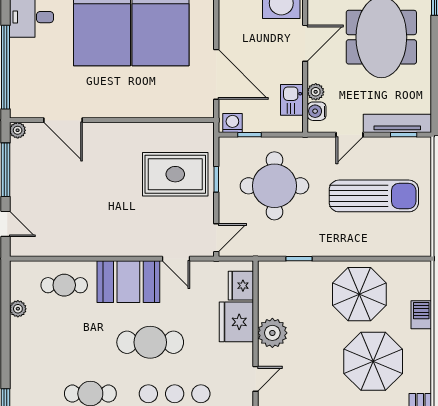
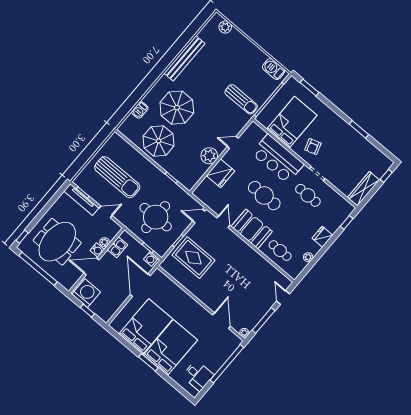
water cooler: (317, 111) -> (97, 250), moved
sun lounger: (374, 196) -> (117, 177), turned 180
fridge: (241, 286) -> (322, 237), moved, turned 180

